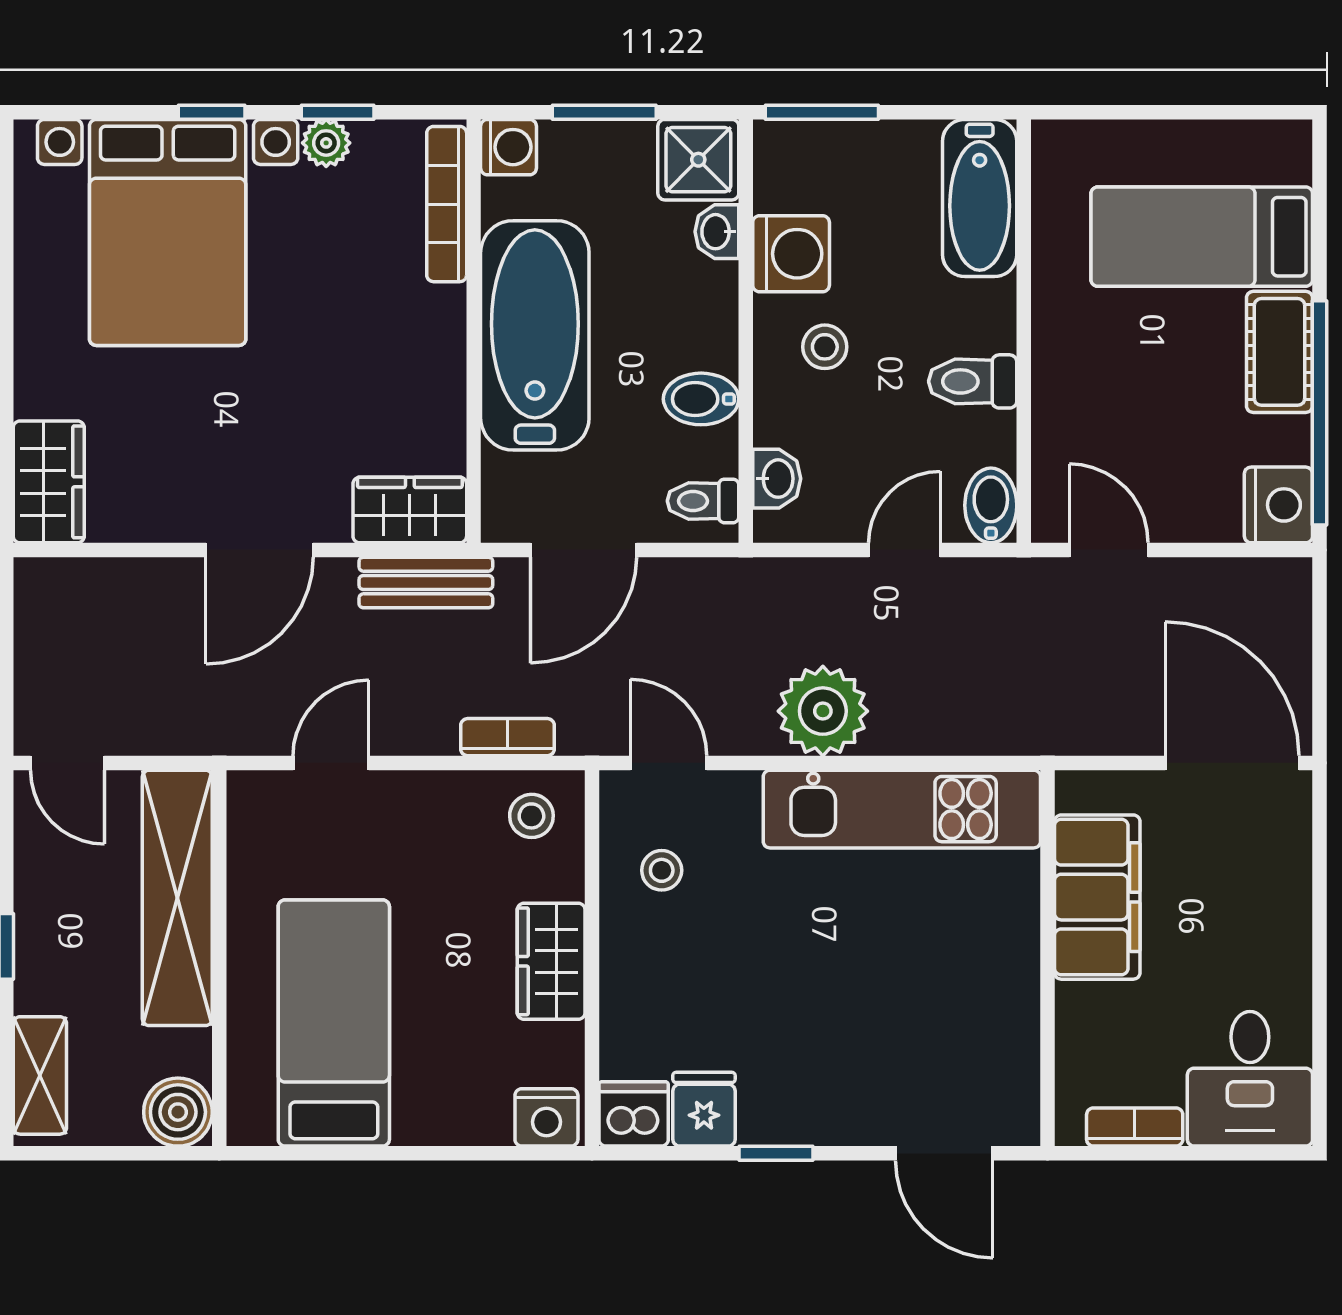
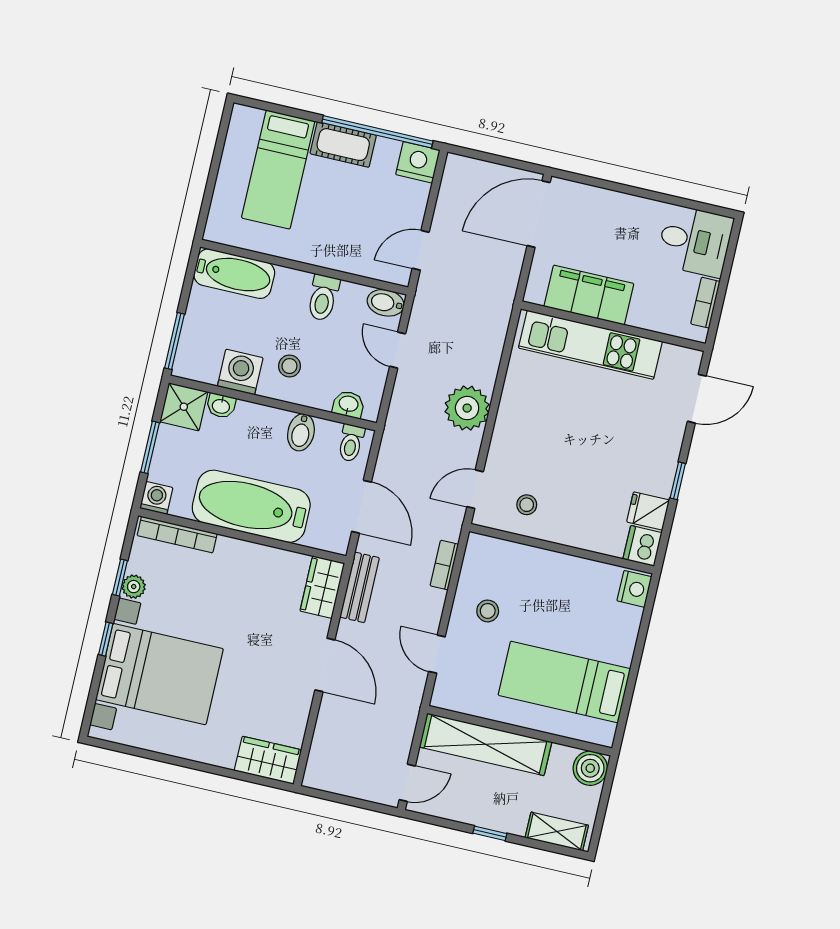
kitchen unit: (902, 809) -> (590, 345), moved, turned 90
stool: (531, 816) -> (488, 611), moved
wardrobe: (551, 961) -> (559, 569), removed

